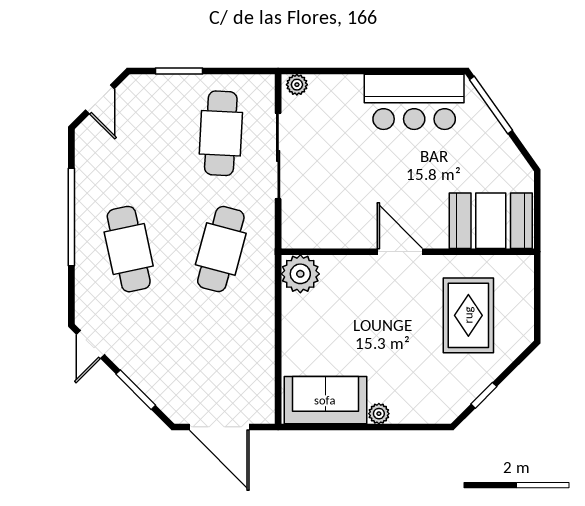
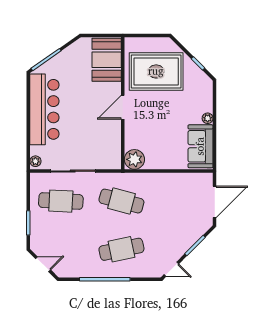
bar counter: (414, 102) -> (44, 109), width x1.36
rug: (468, 315) -> (156, 71), width x1.37, depth x1.44

